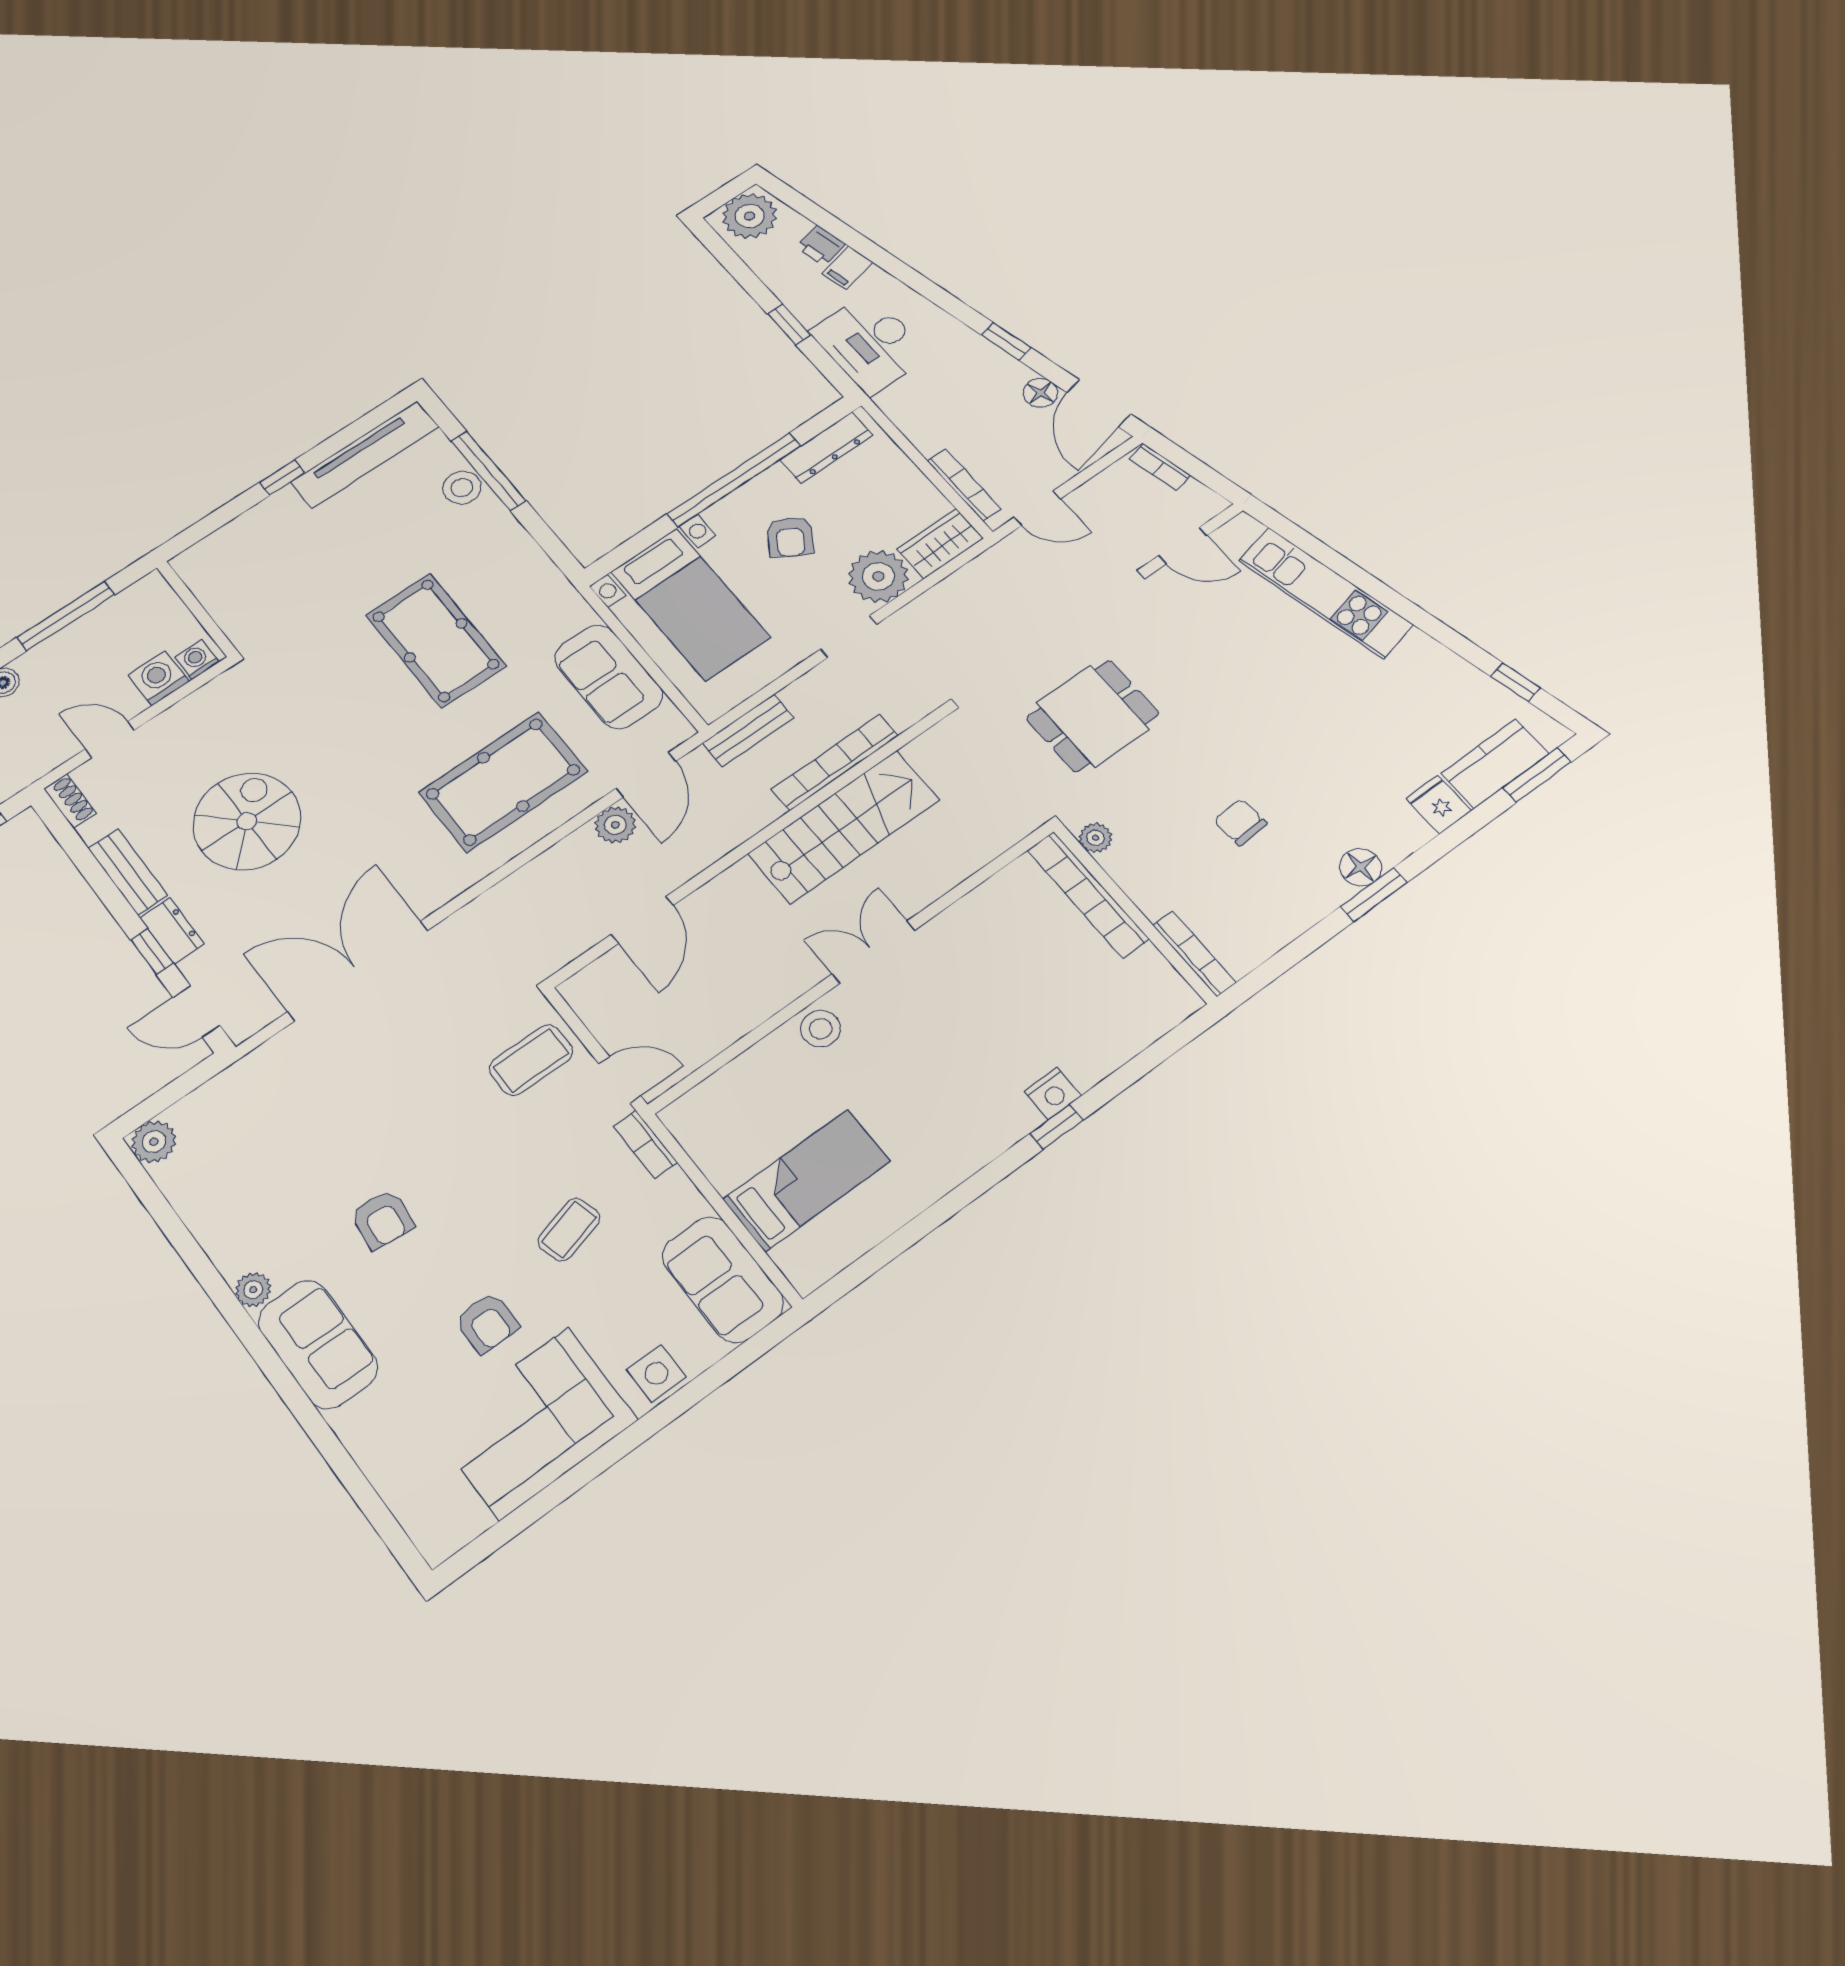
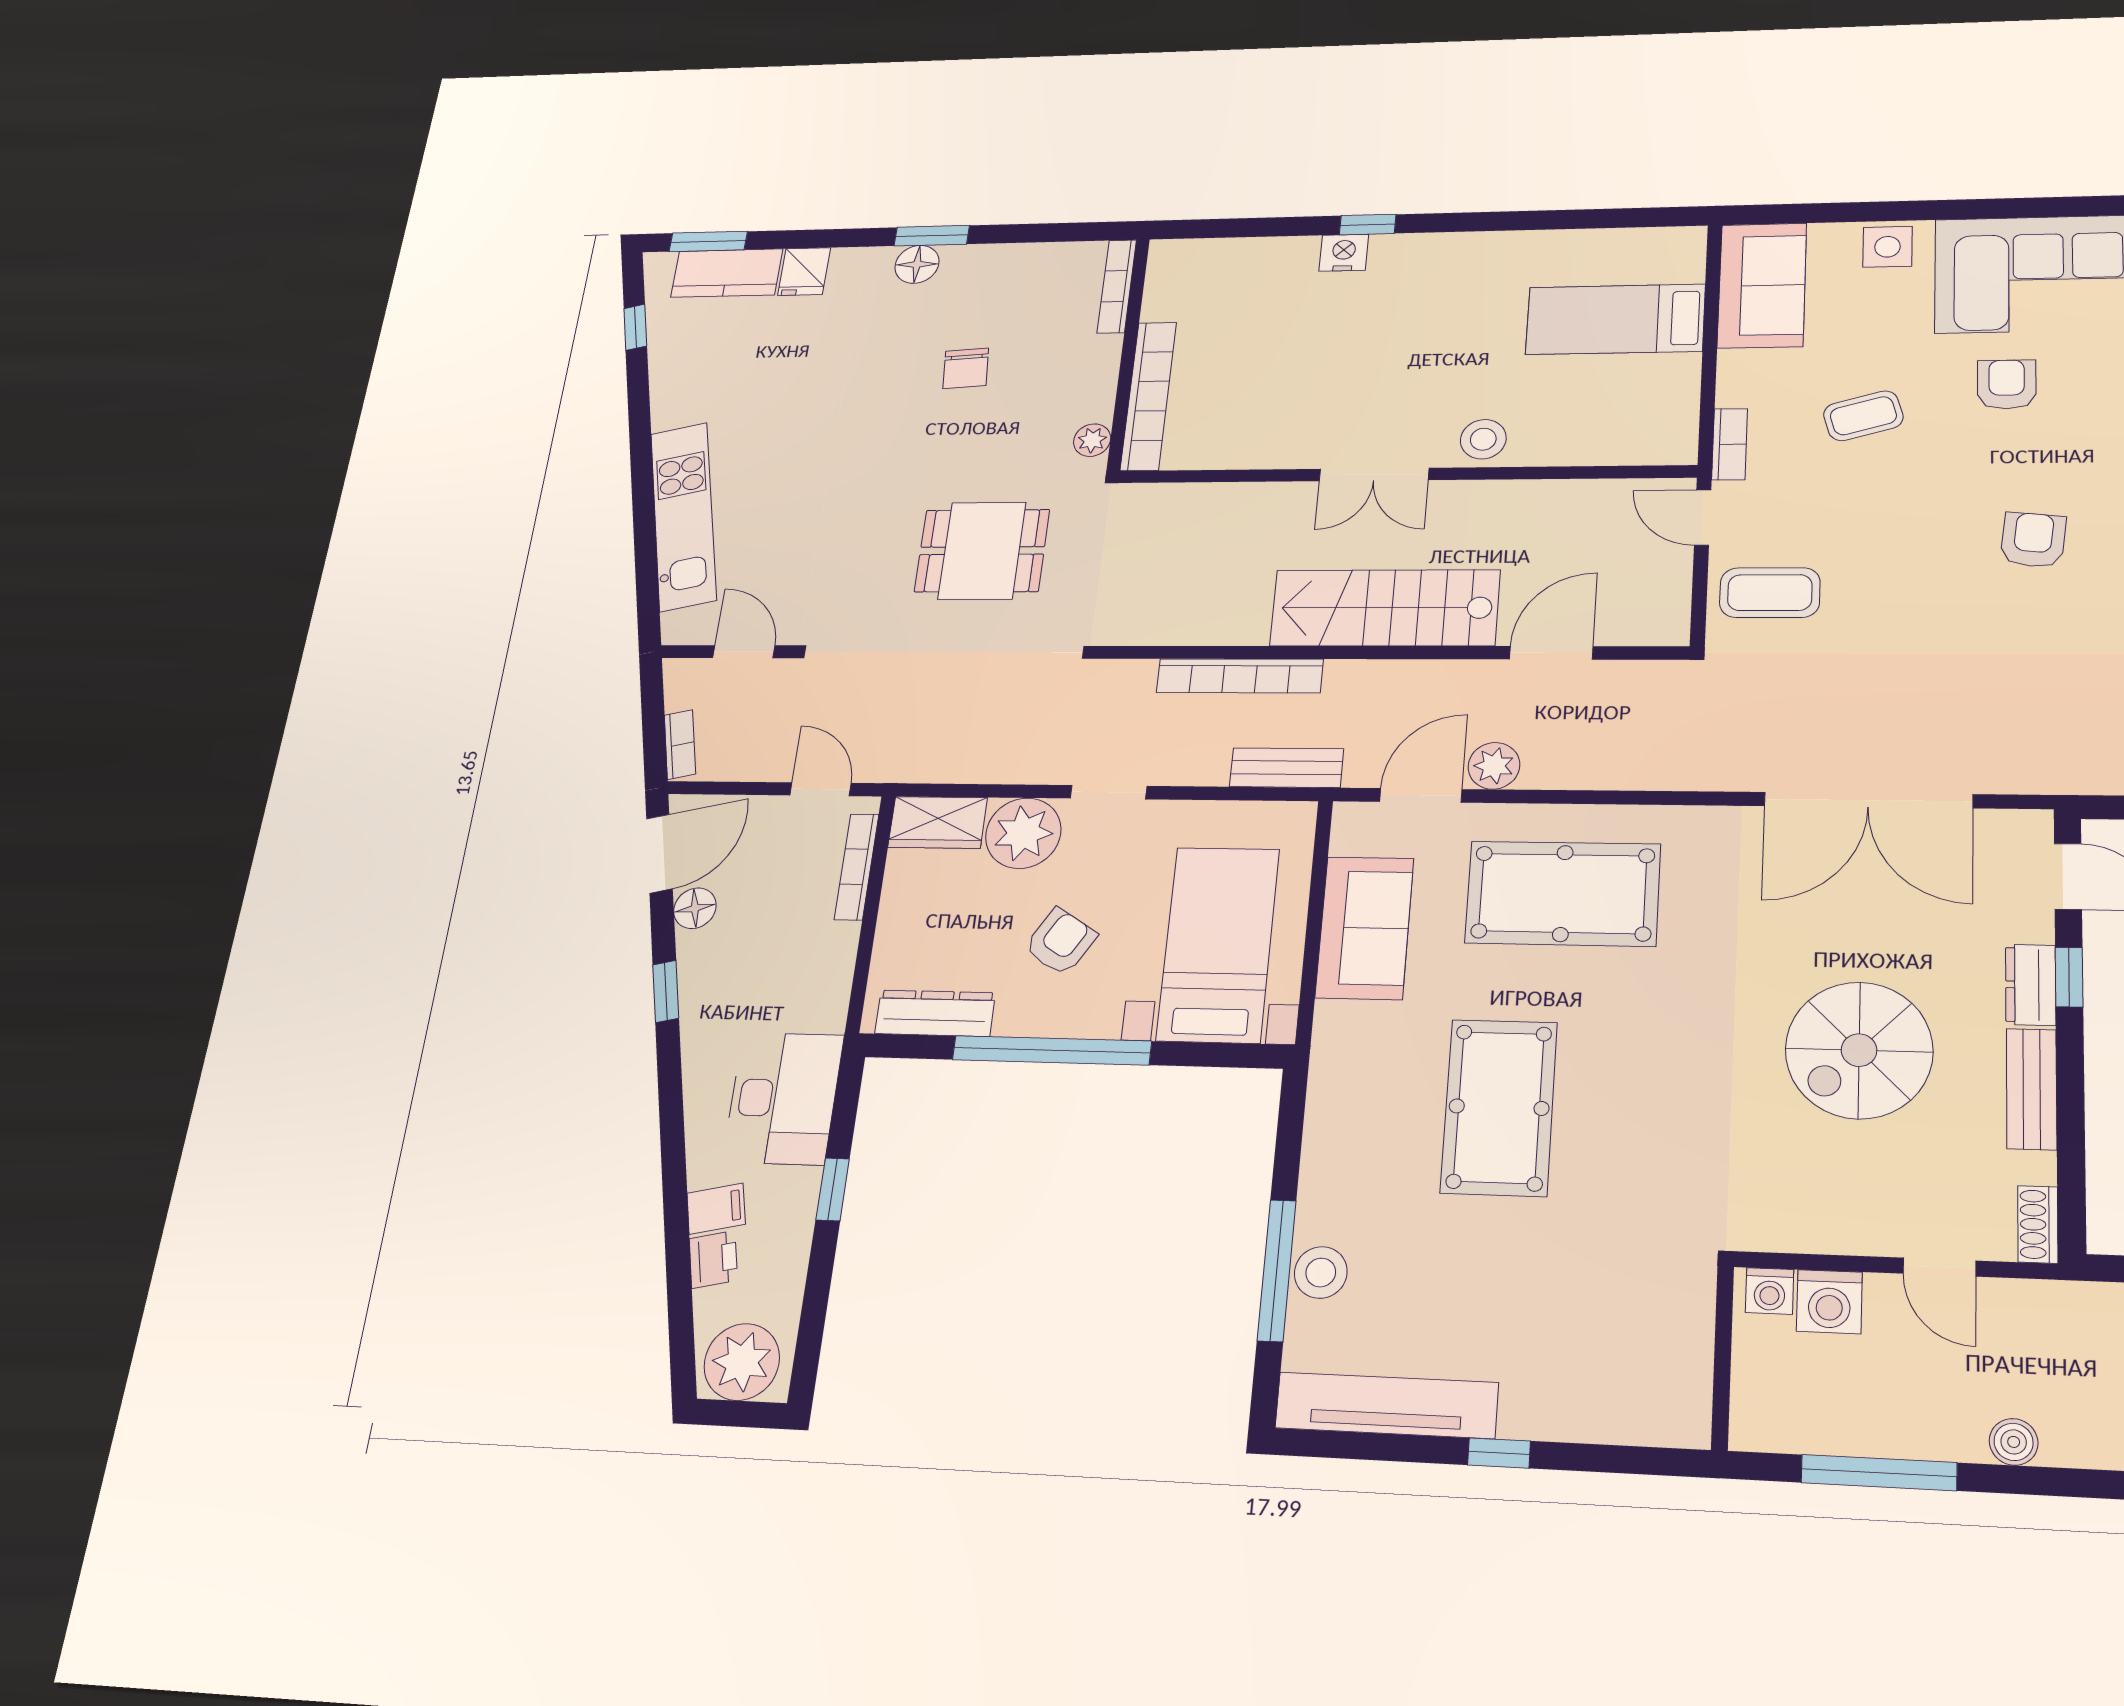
stairs: (844, 827) -> (1385, 608), moved

